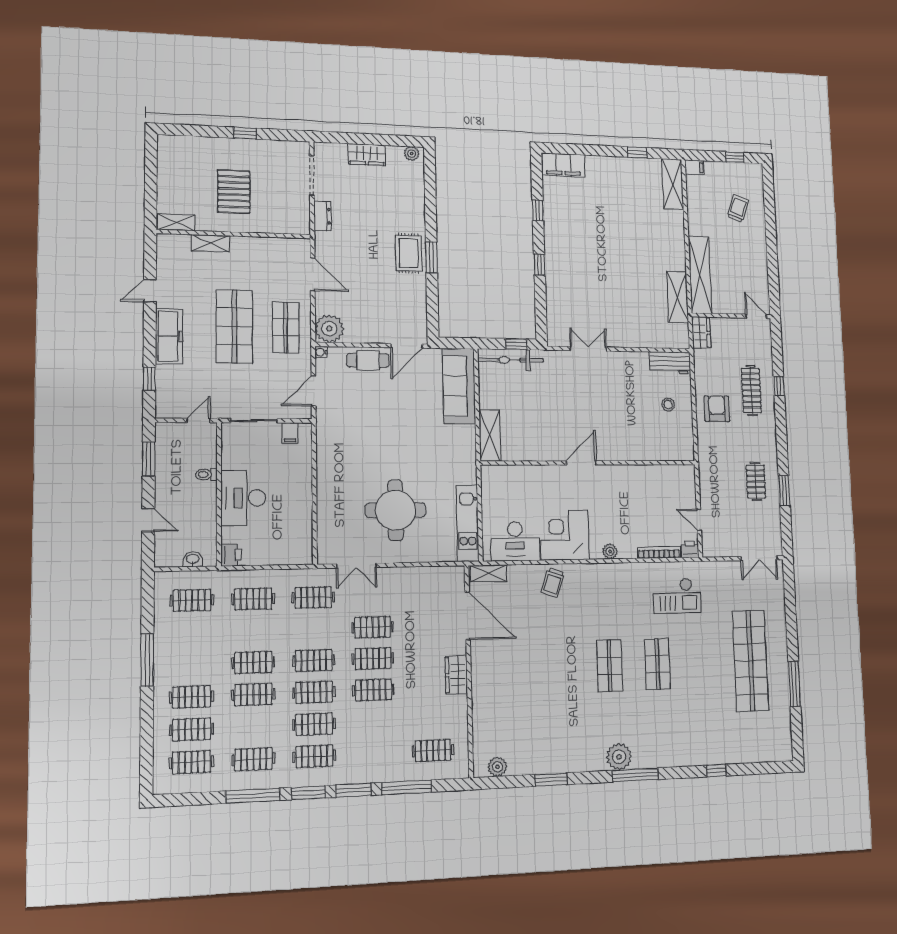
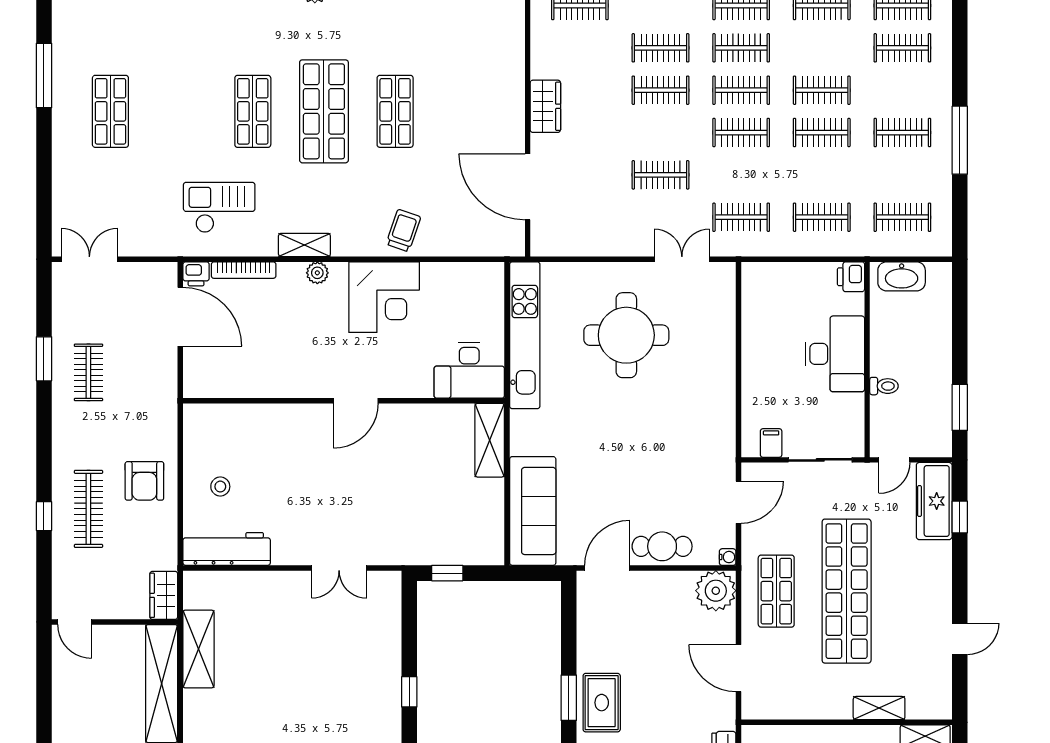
shop shelf: (234, 327) -> (847, 591), width x1.40
freezer: (169, 336) -> (934, 501), moved
bicycle: (511, 360) -> (456, 550), removed
workbench: (670, 363) -> (227, 549), width x1.38
door: (148, 520) -> (960, 325), removed
door: (699, 520) -> (180, 317), width x1.88
kitchen unit: (467, 523) -> (525, 335), width x1.36
desk: (515, 541) -> (469, 371), moved, turned 180
washbasin: (193, 559) -> (902, 276), width x1.91, depth x1.45
shelving: (489, 573) -> (304, 245), moved
clothes rail: (373, 658) -> (660, 48), moved
shop shelf: (751, 661) -> (110, 111), width x0.50, depth x0.74
shop shelf: (610, 666) -> (324, 111), width x1.43, depth x1.36
shop shelf: (561, 667) -> (395, 111), added
clothes rail: (192, 697) -> (902, 133), moved

